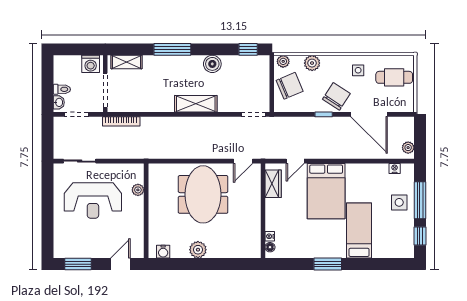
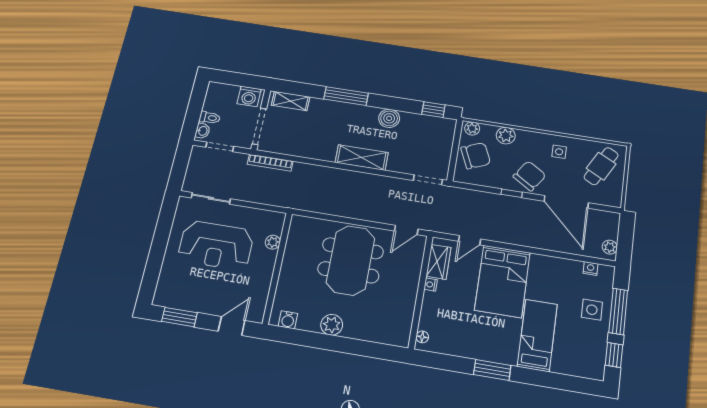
cafe table: (394, 77) -> (601, 166), turned -62
nightstand: (270, 236) -> (431, 285), moved

